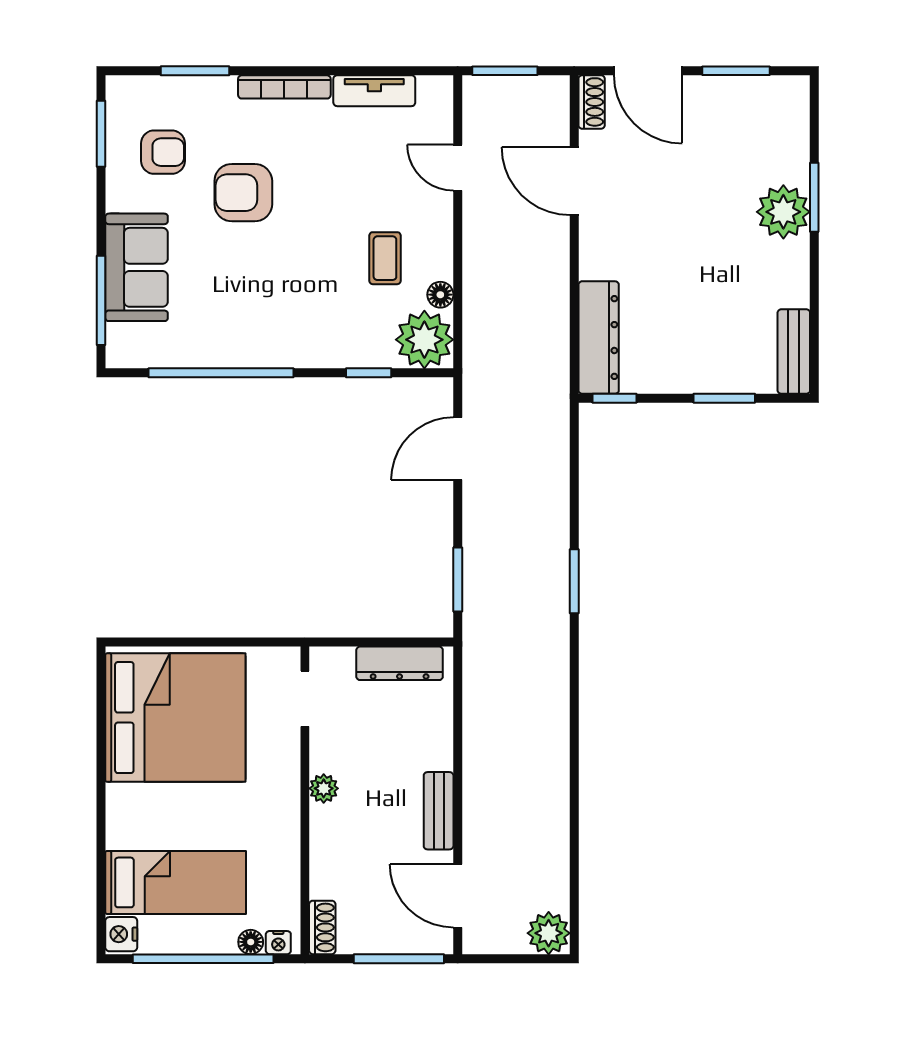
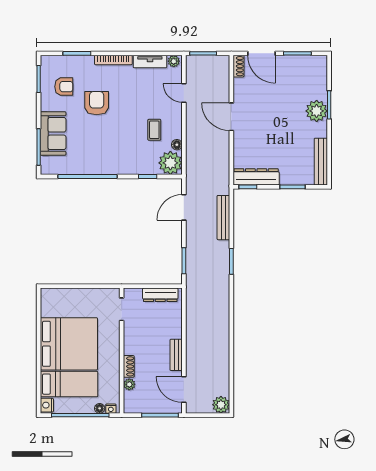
plant: (433, 90) -> (174, 61), added
door: (574, 181) -> (231, 117), moved
armchair: (243, 193) -> (97, 103), turned 90
dresser: (599, 338) -> (256, 177), moved, turned -90
bench: (794, 352) -> (321, 162), width x1.36
bench: (554, 474) -> (223, 218), added
bed: (175, 718) -> (69, 344), moved
plant: (324, 788) -> (129, 384), moved
shoe rack: (322, 927) -> (129, 366), moved

